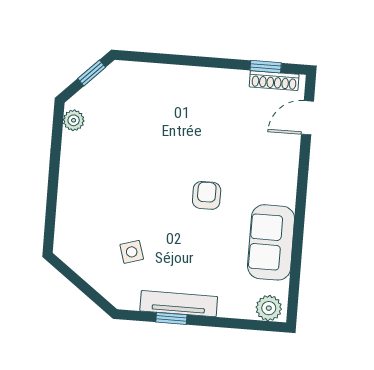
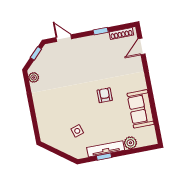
door: (156, 58) -> (64, 38), added
window: (266, 67) -> (101, 31), moved
plant: (269, 308) -> (130, 143), moved

